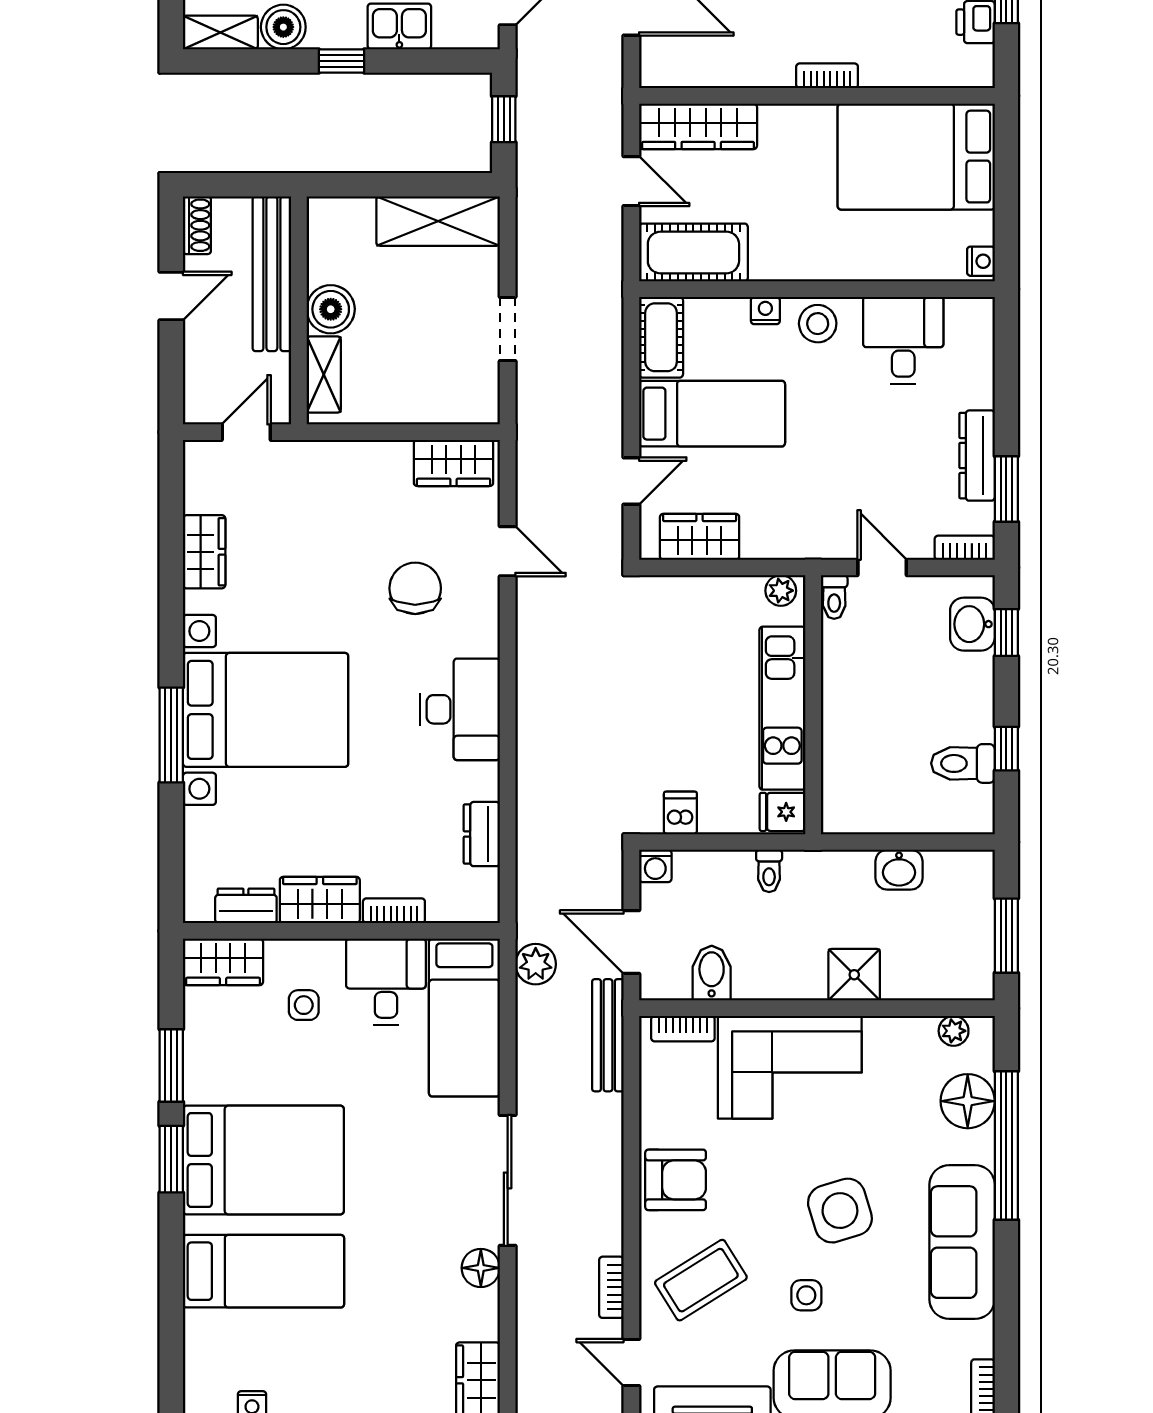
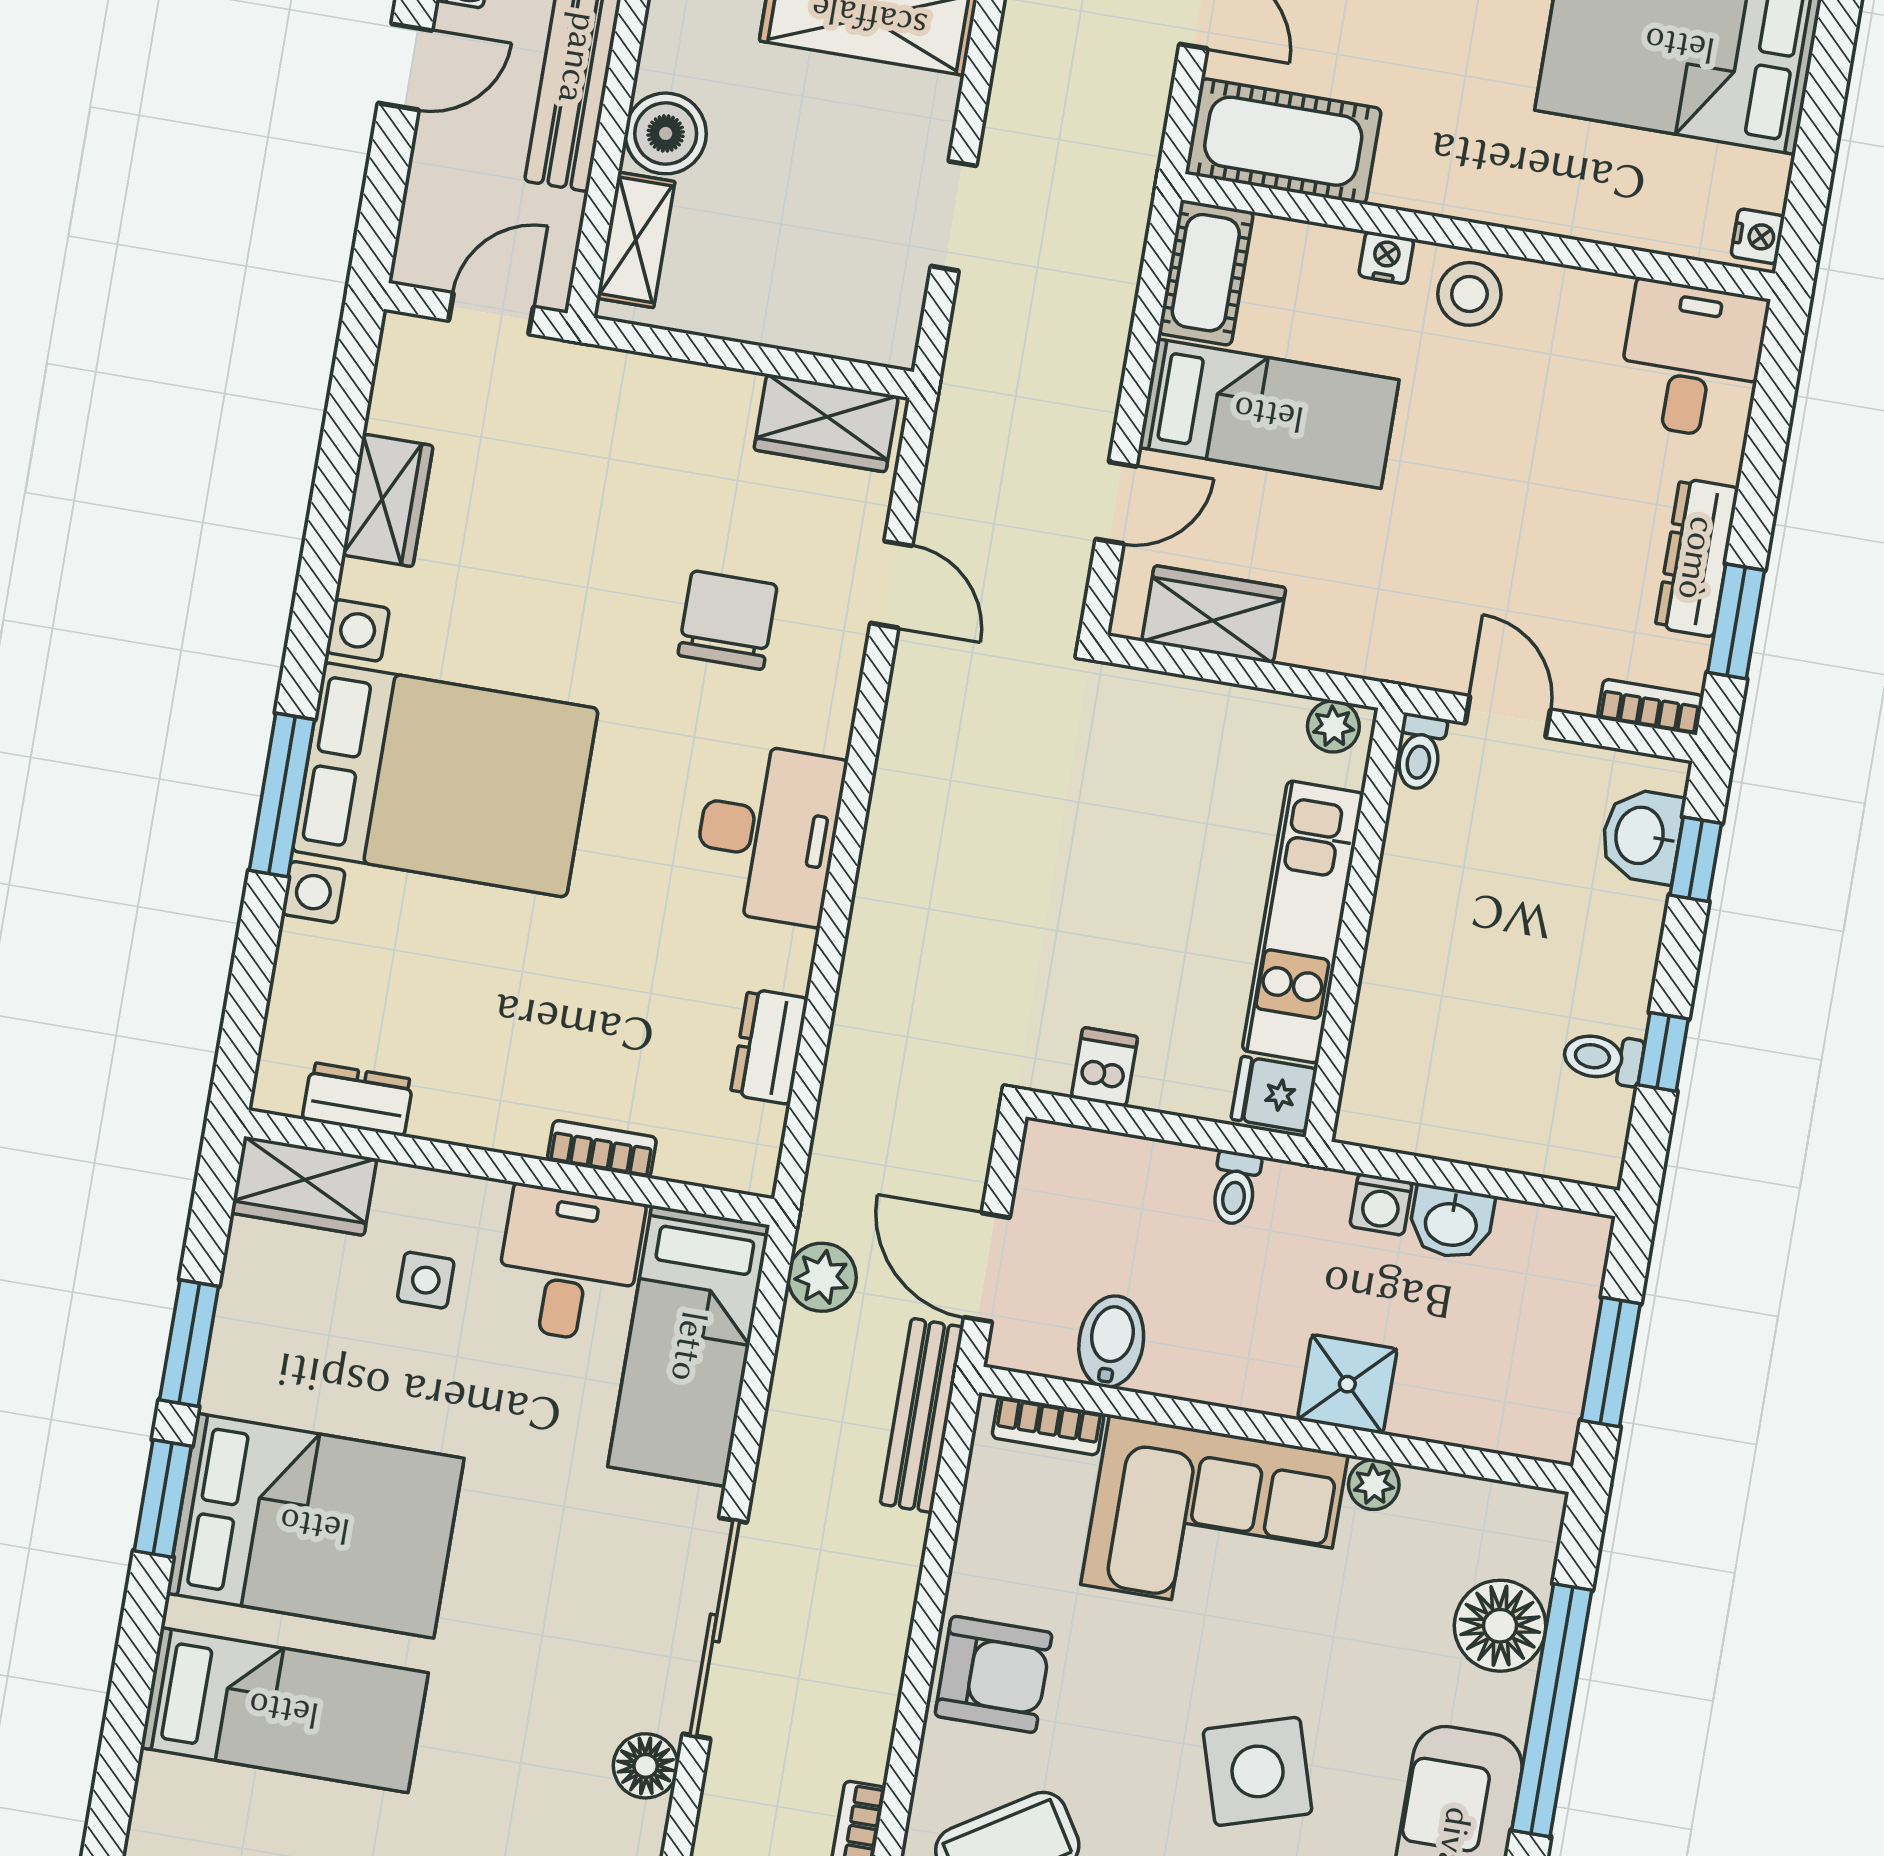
desk: (903, 340) -> (1692, 360), moved
toilet: (963, 763) -> (1603, 1058), width x0.73, depth x0.72
washing machine: (655, 866) -> (1381, 1204), moved
wardrobe: (320, 900) -> (482, 1110), removed
plant: (954, 1031) -> (1374, 1485), moved

